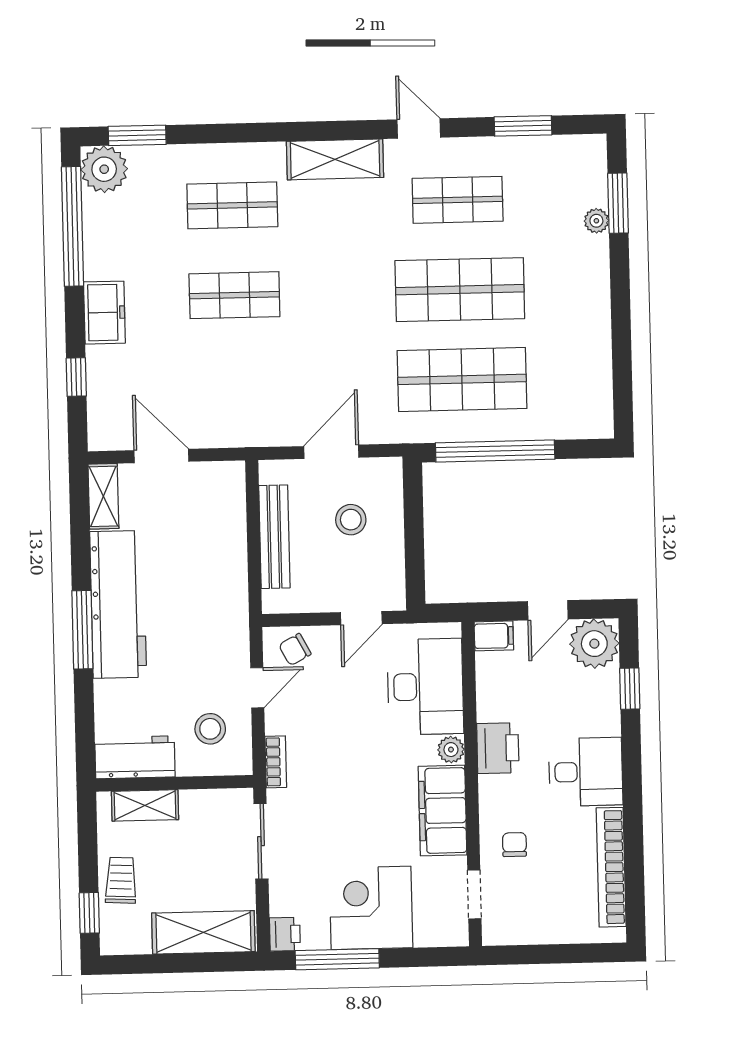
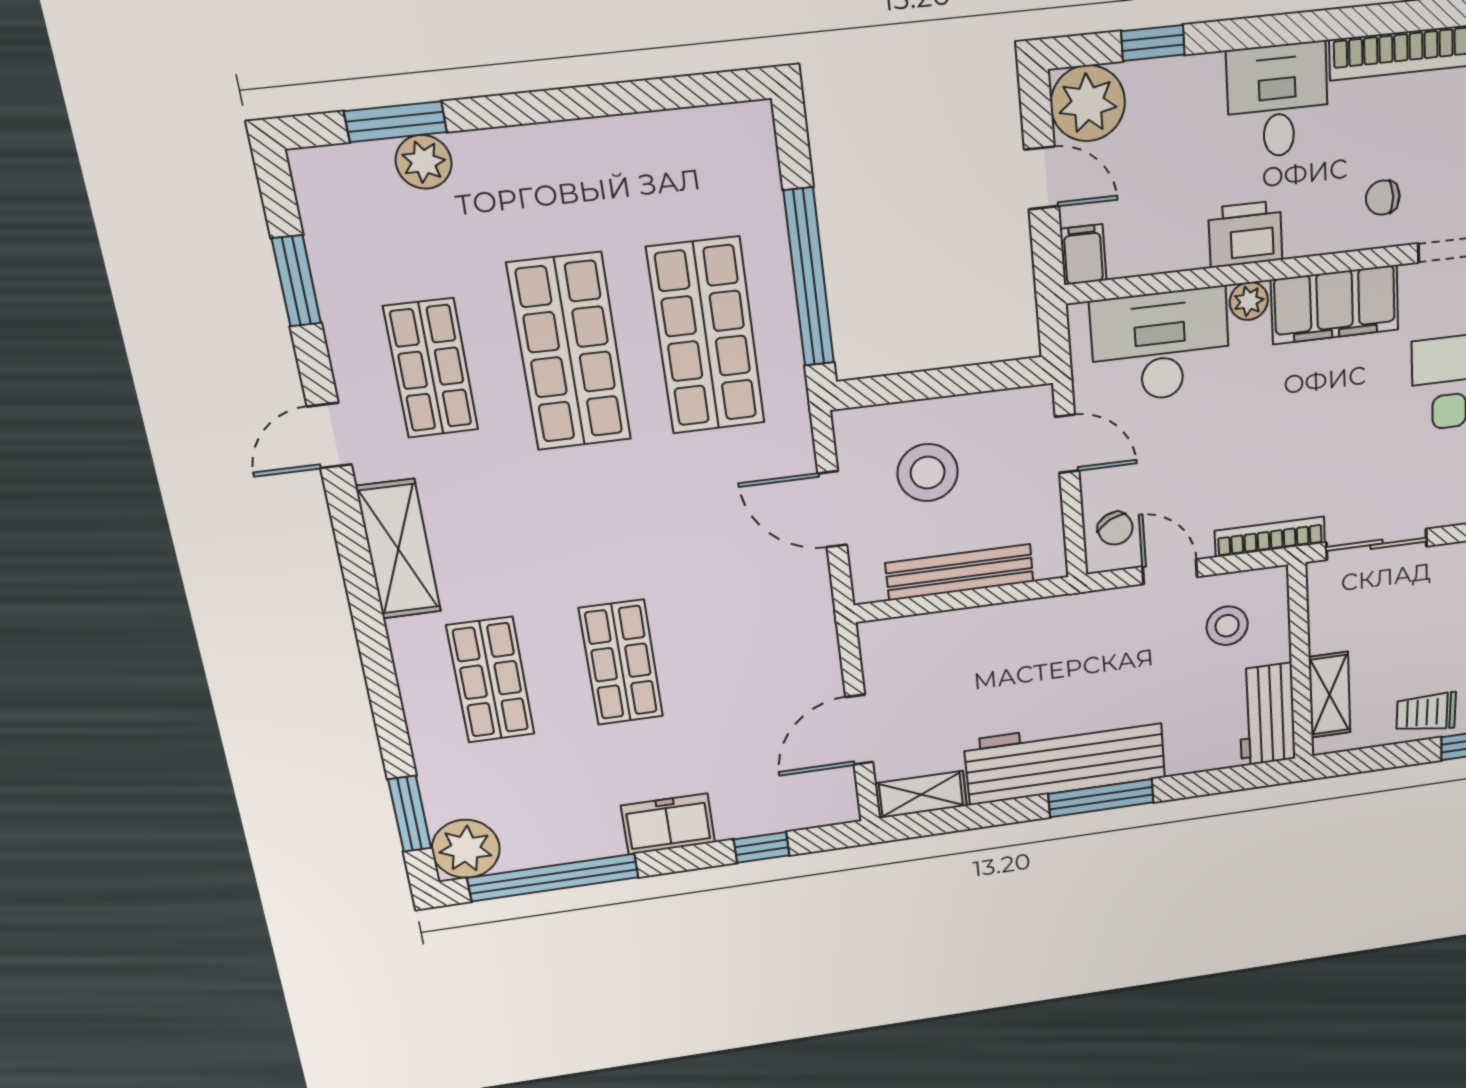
plant: (596, 221) -> (424, 162), width x1.38, depth x1.38
stool: (351, 520) -> (928, 473), width x1.38, depth x1.38
bookcase: (276, 762) -> (1270, 537), width x1.56

